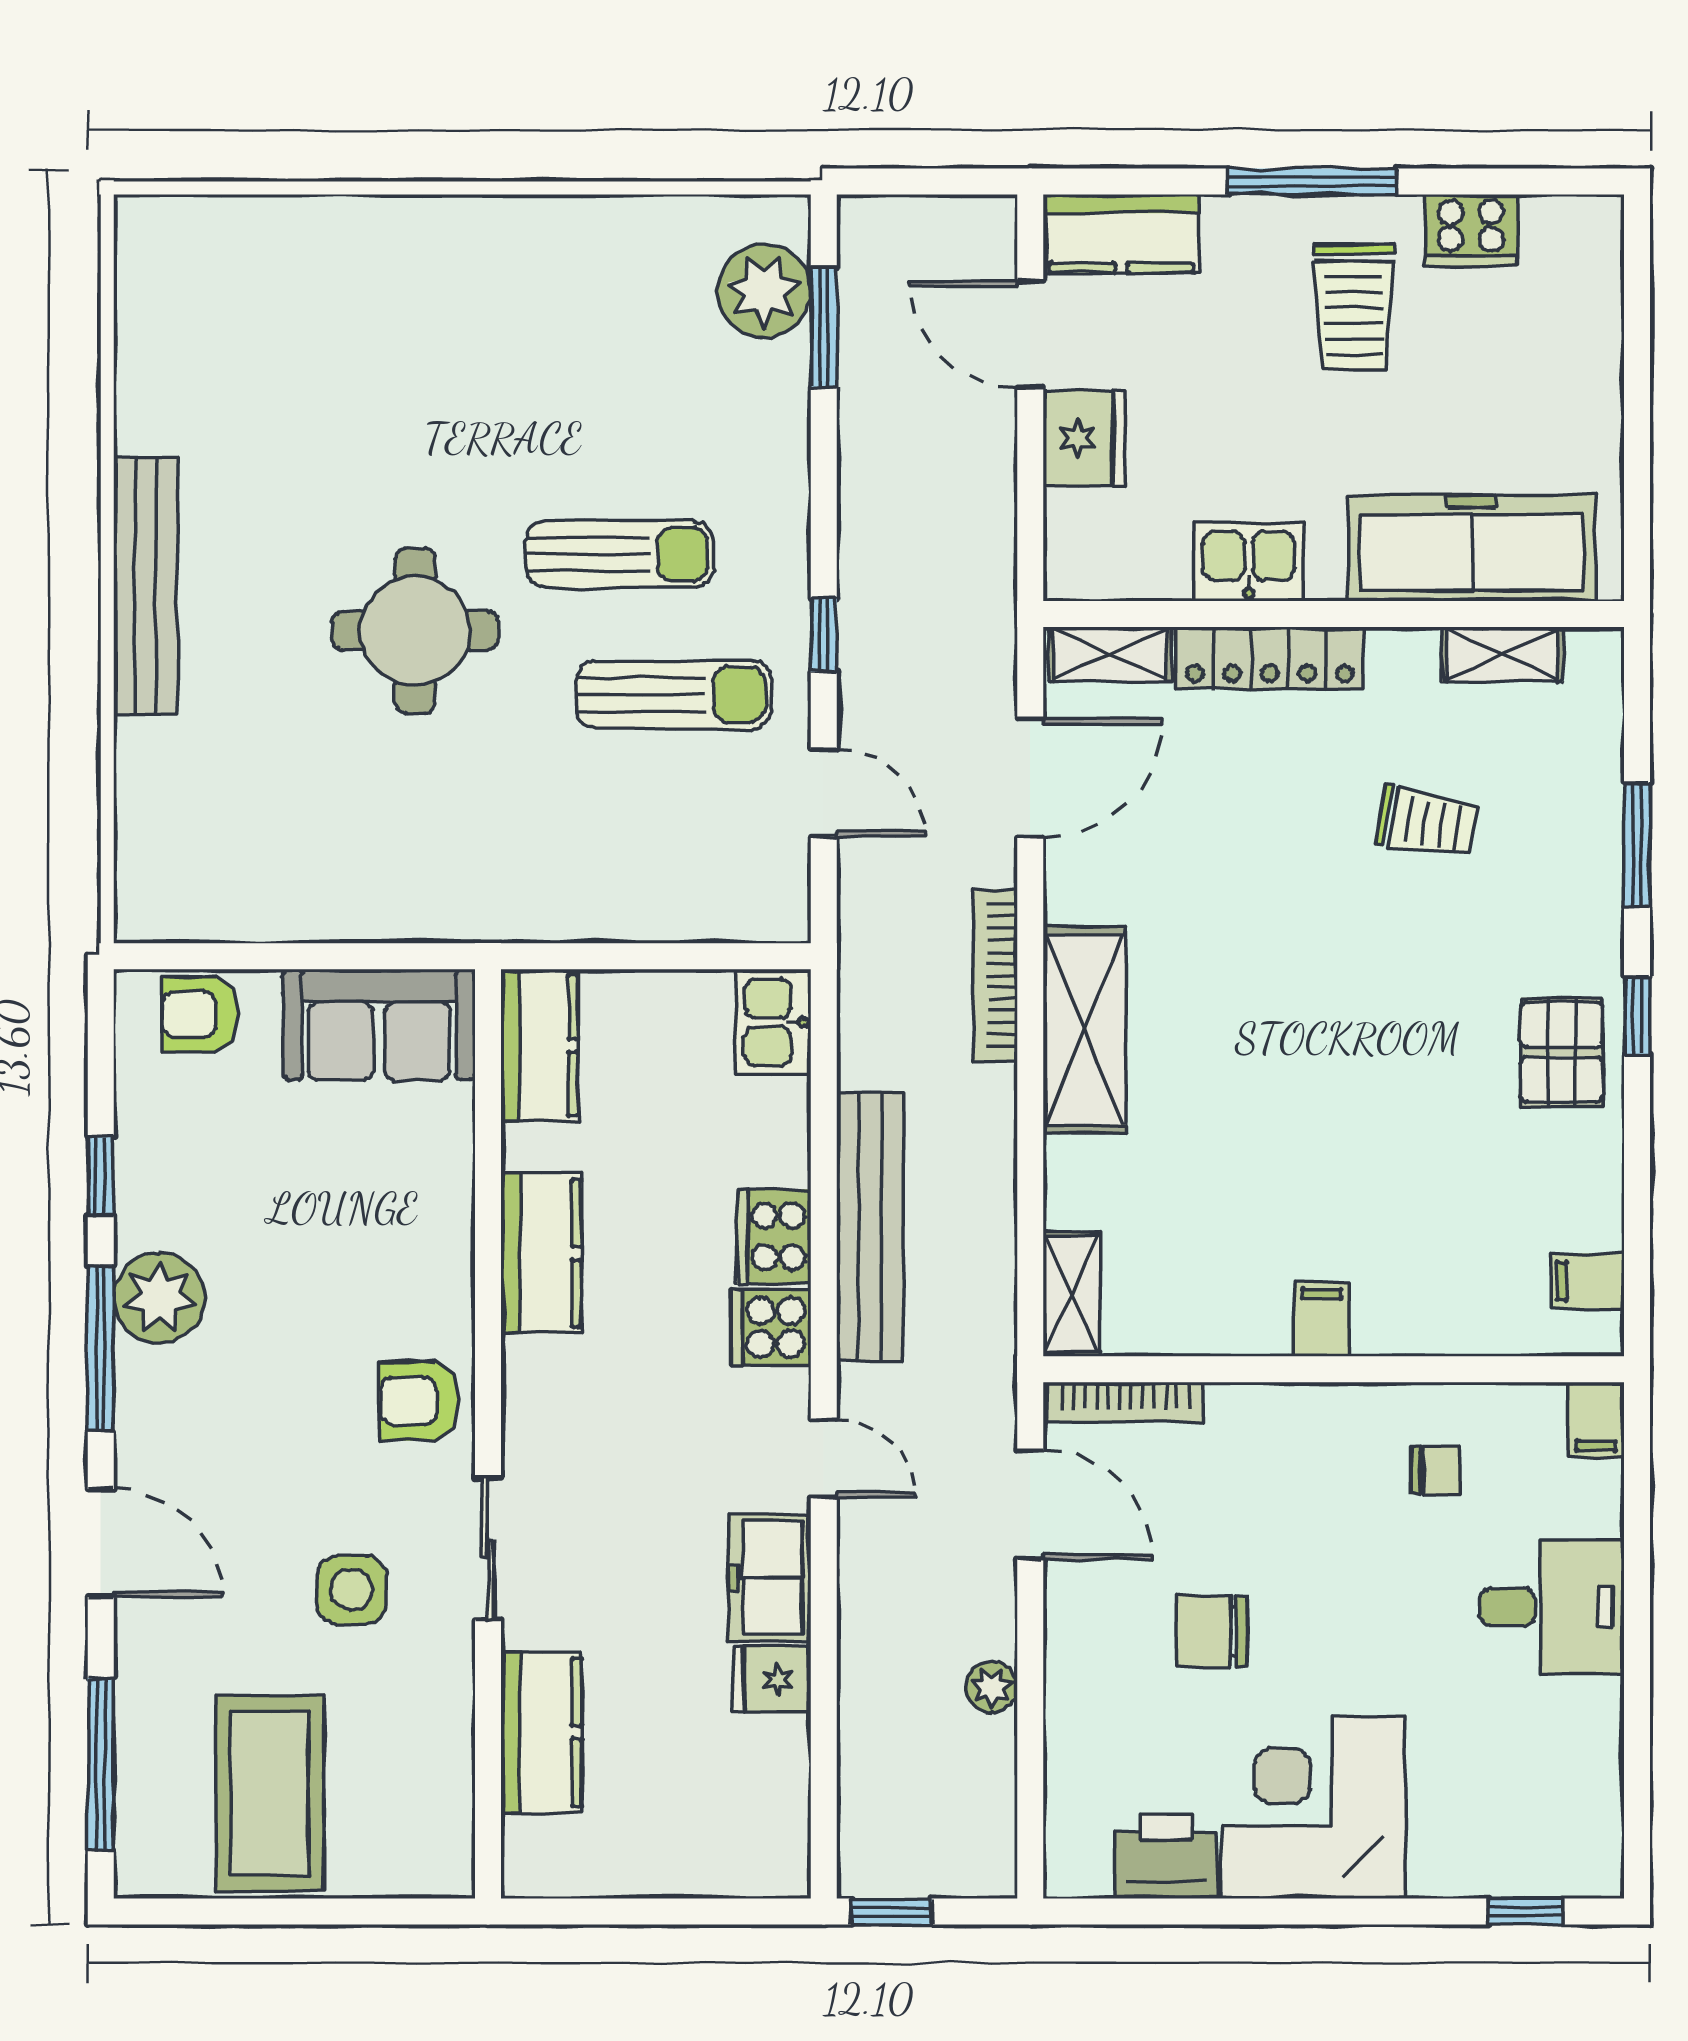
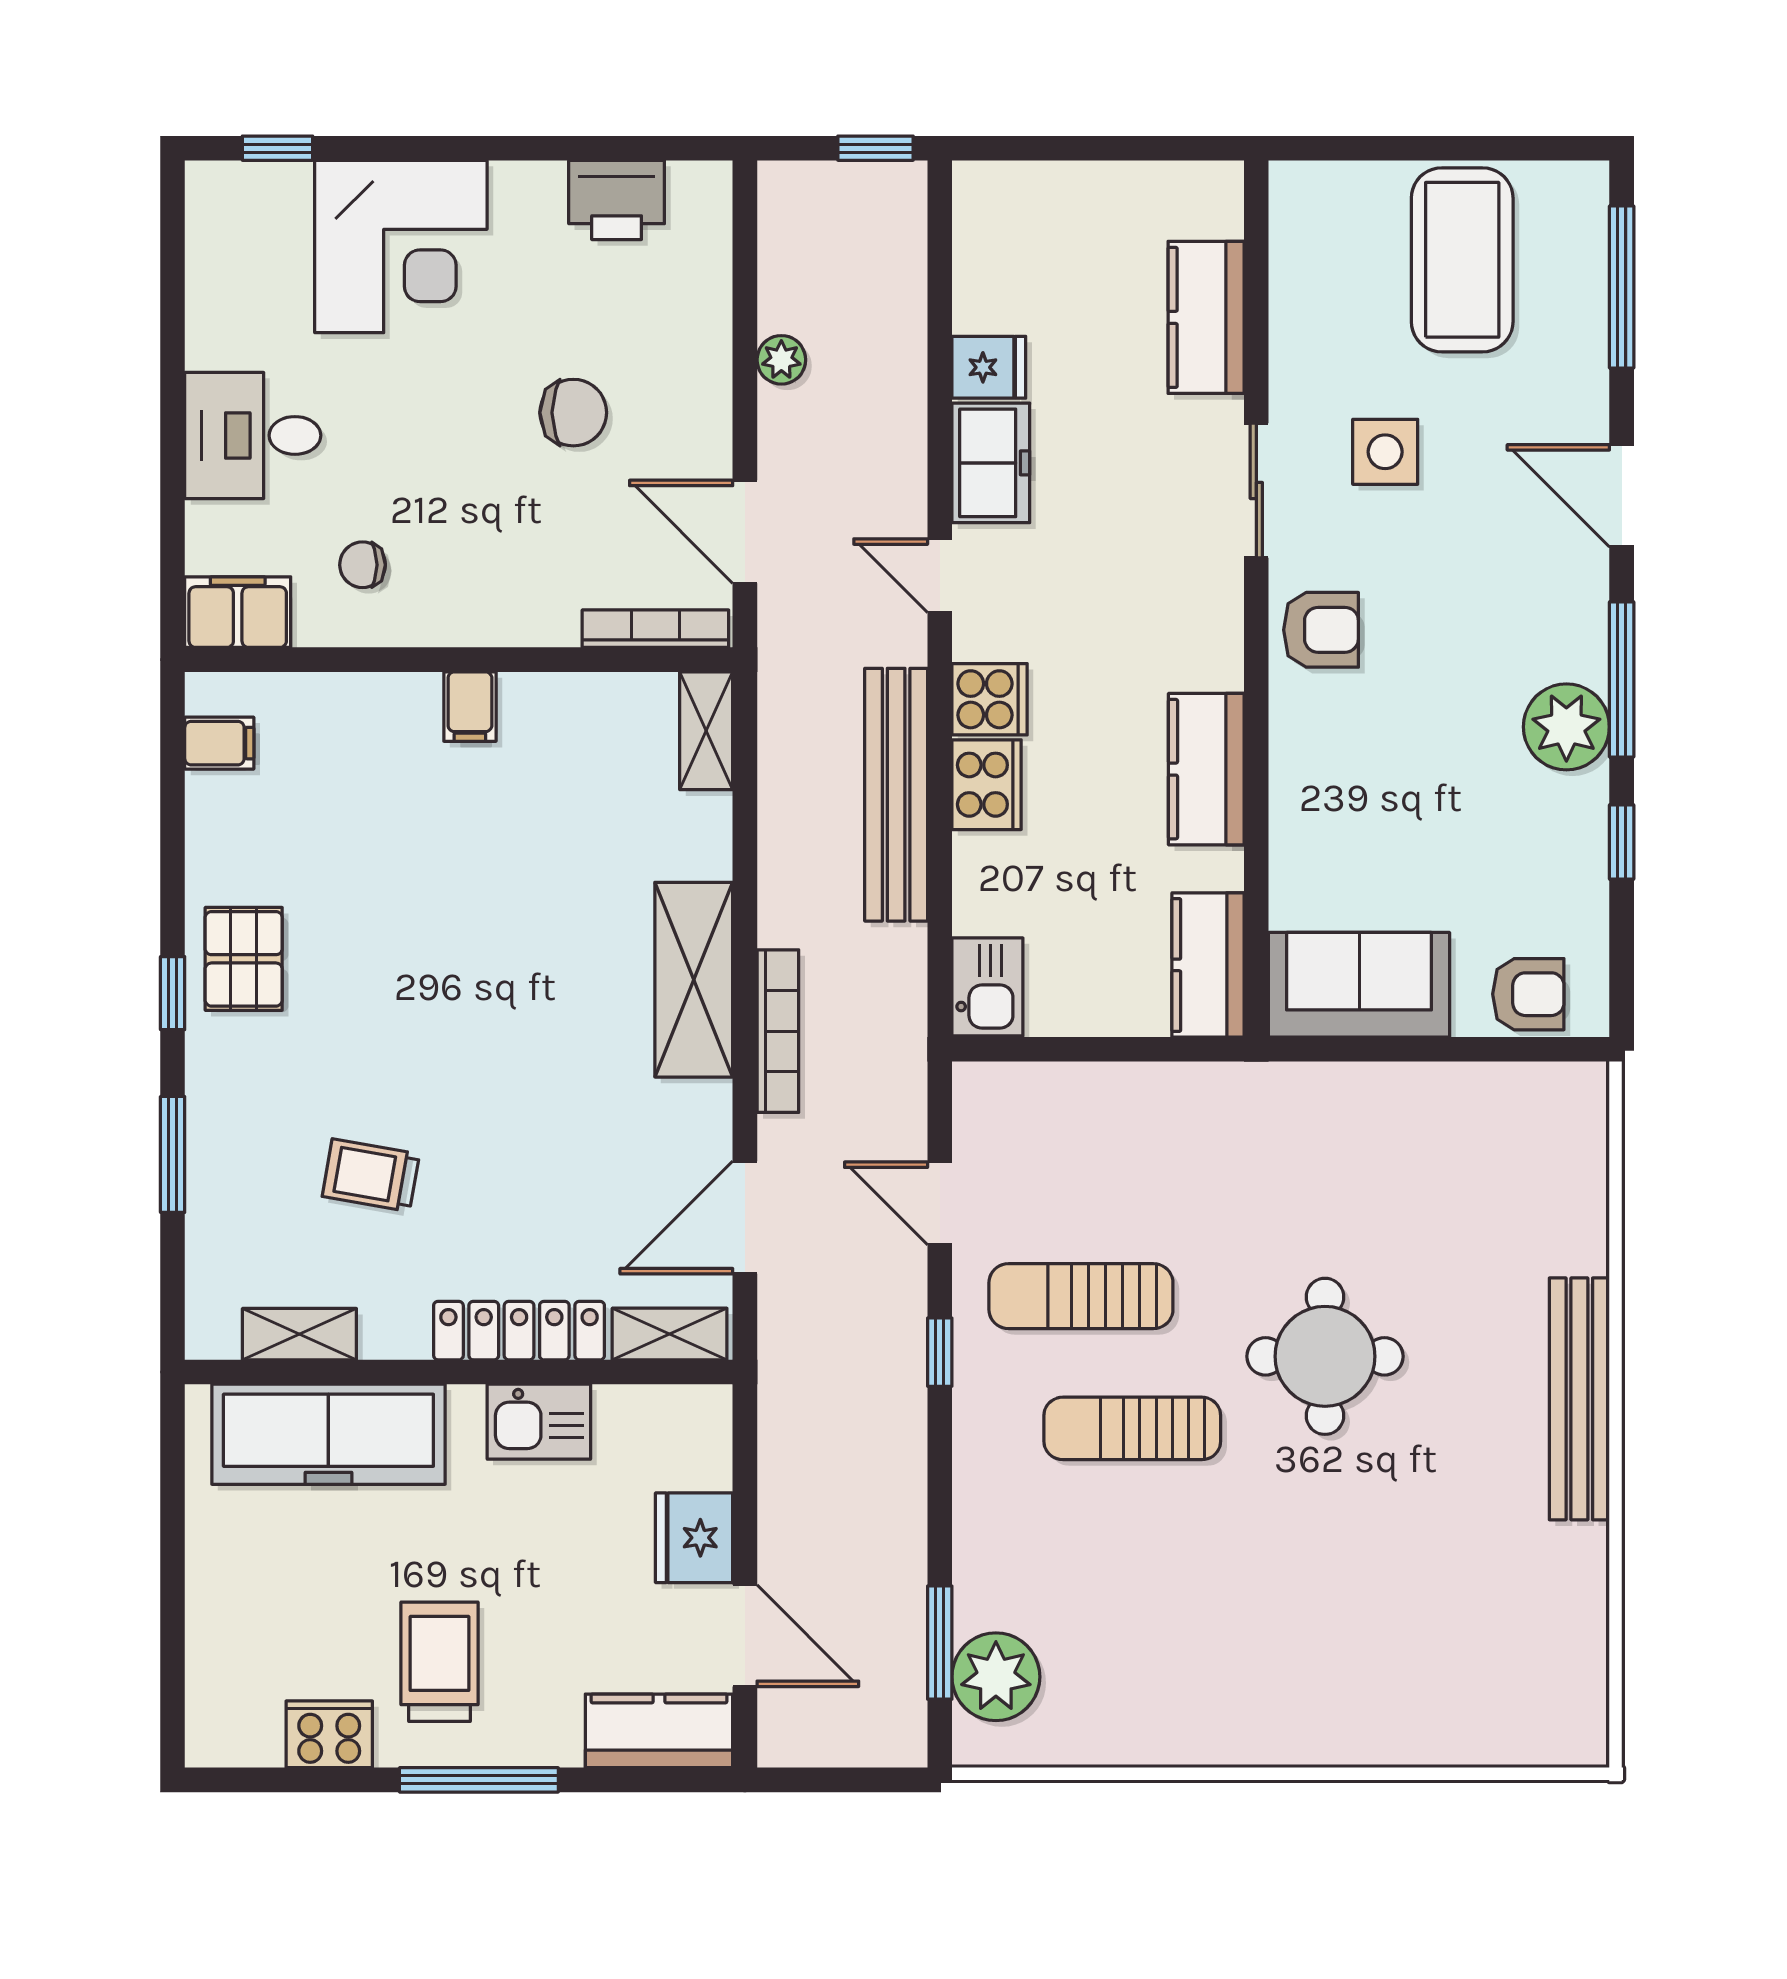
filing cabinet: (1596, 1420) -> (238, 612), width x2.00
corner desk: (1314, 1807) -> (401, 247), moved

